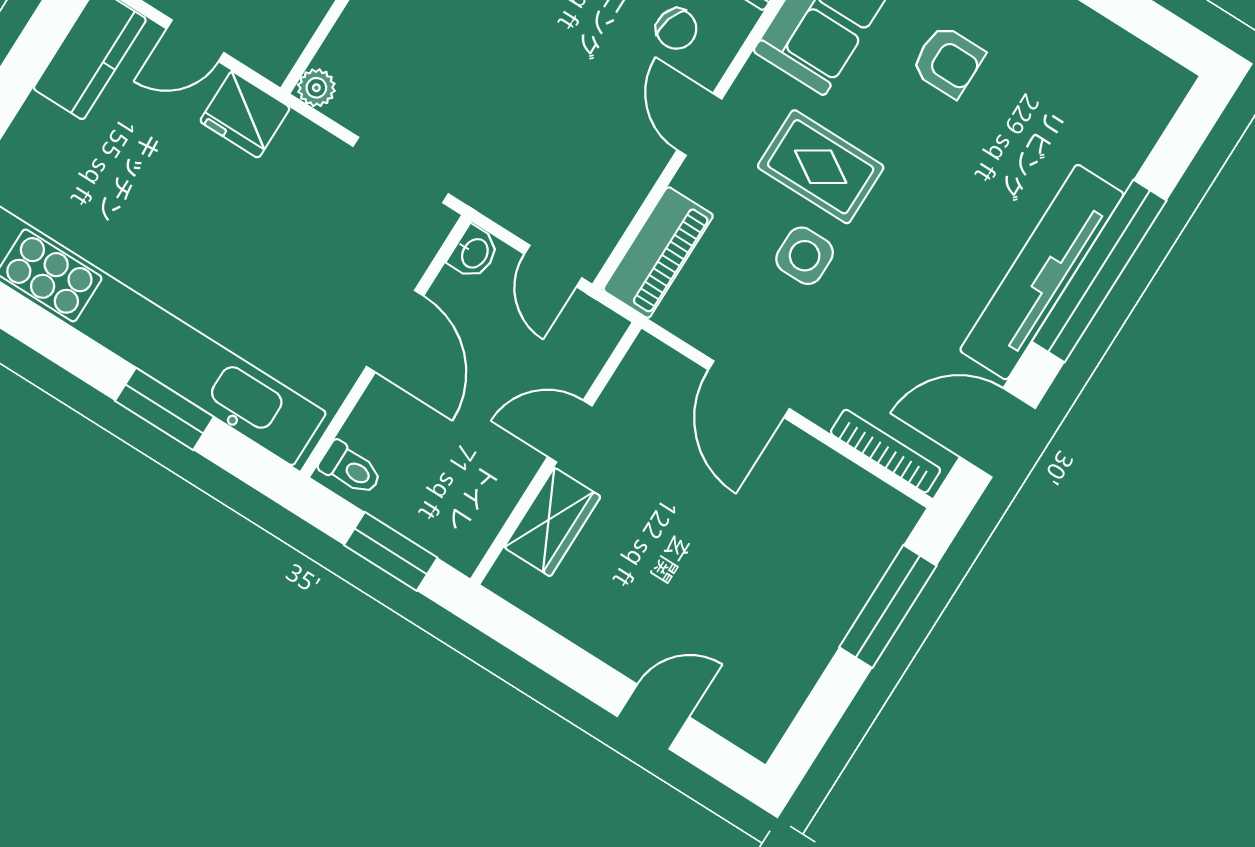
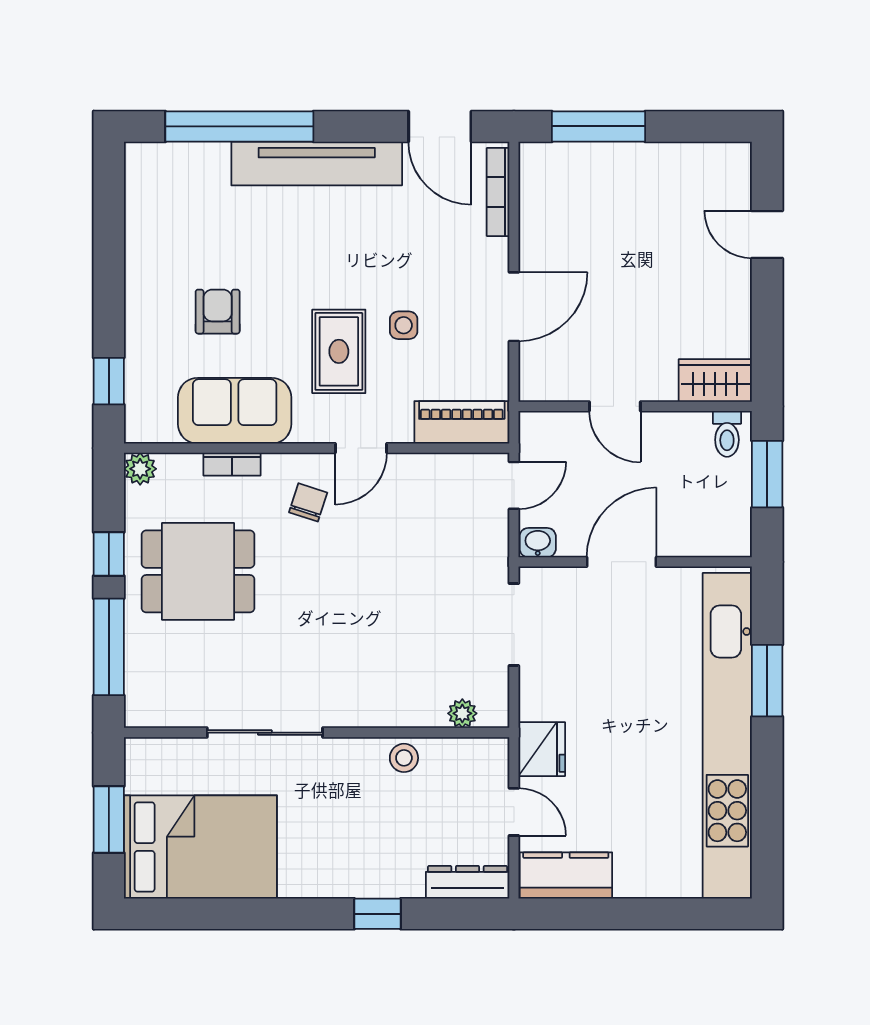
plant: (316, 88) -> (462, 713), moved
side table: (805, 256) -> (404, 325), width x0.73, depth x0.73
window: (1099, 271) -> (239, 126), moved
toilet: (351, 469) -> (727, 434), moved, turned 180
wardrobe: (552, 522) -> (715, 381), moved

